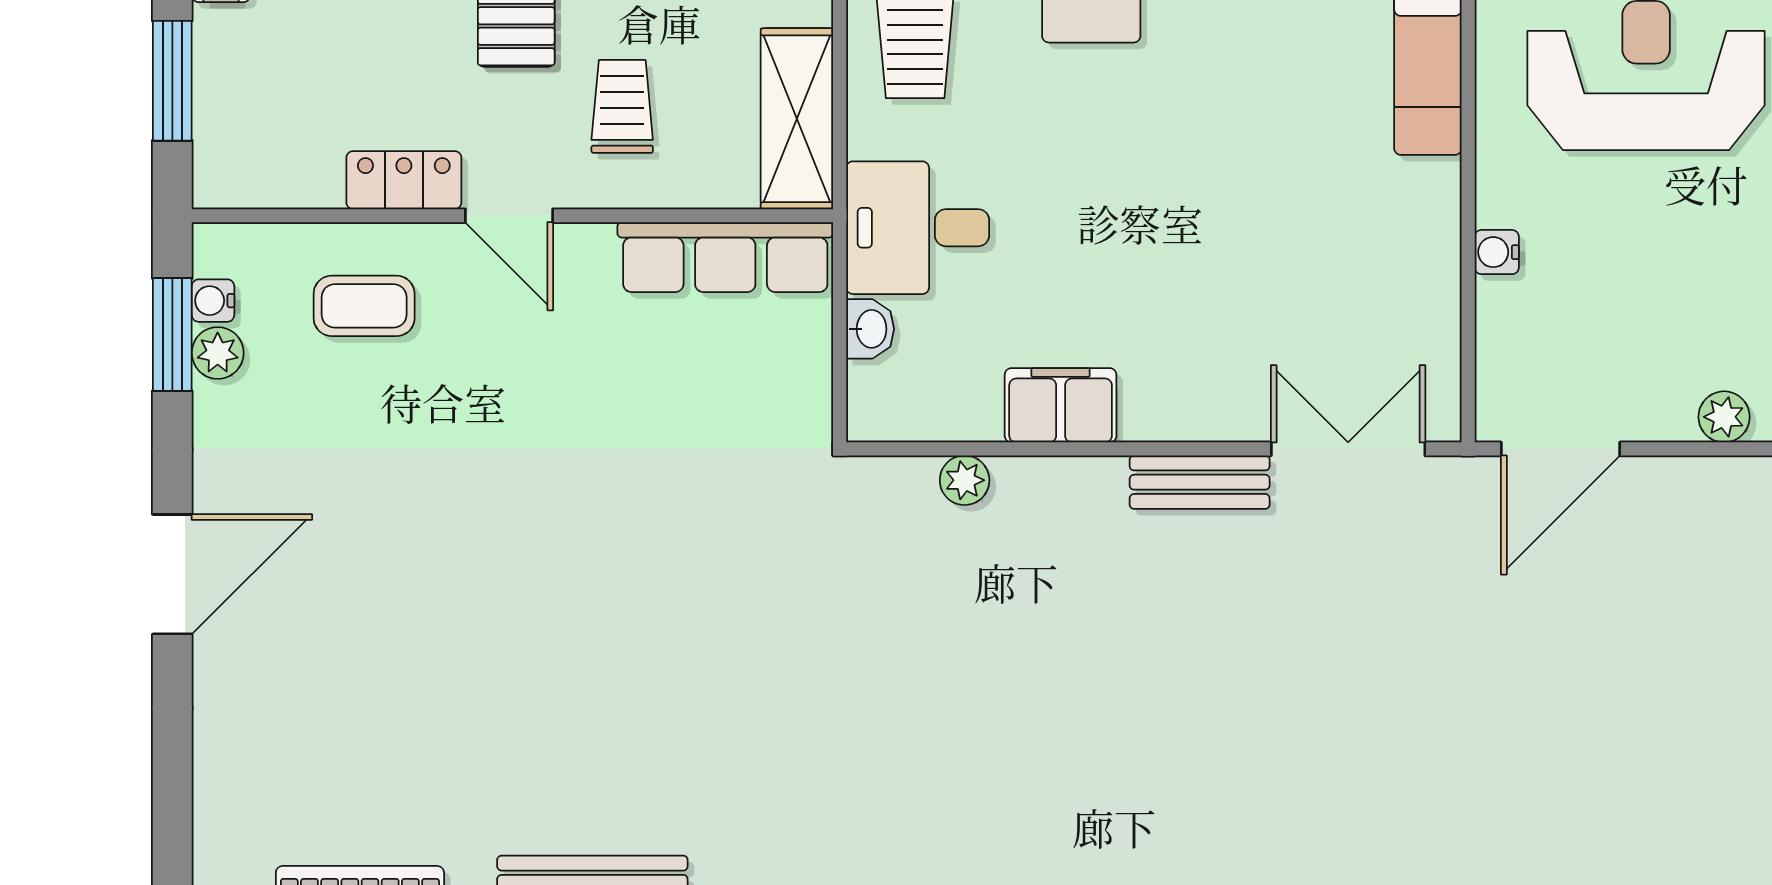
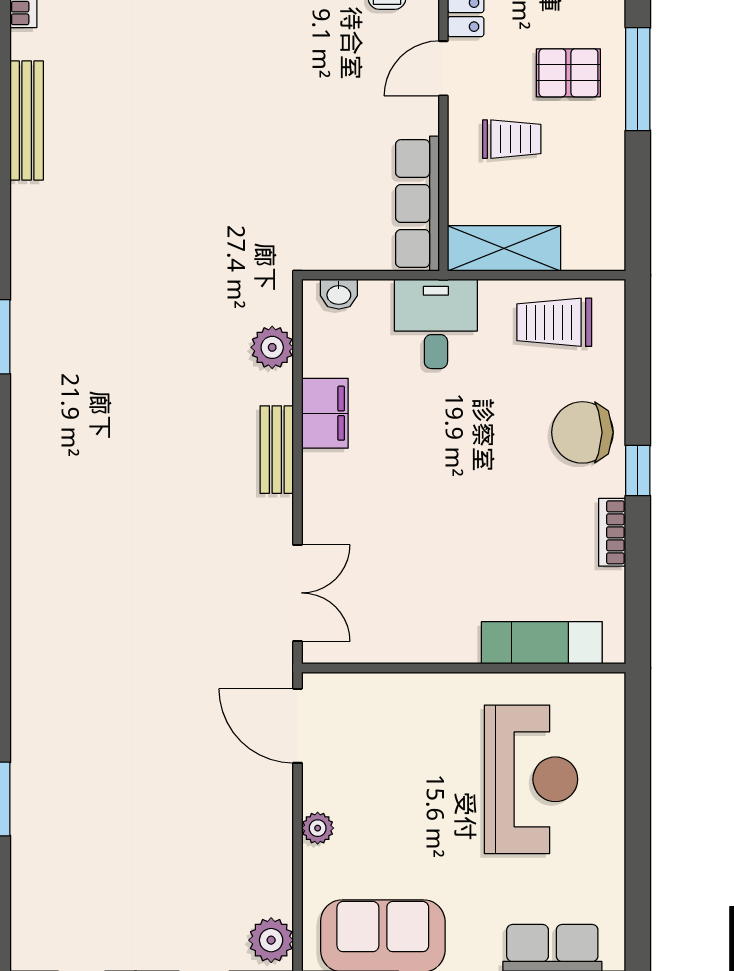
water cooler: (1497, 252) -> (421, 686), removed
washbasin: (870, 329) -> (339, 294), moved
plant: (965, 480) -> (272, 347), width x1.38, depth x1.38
bench: (1200, 482) -> (277, 450), moved

